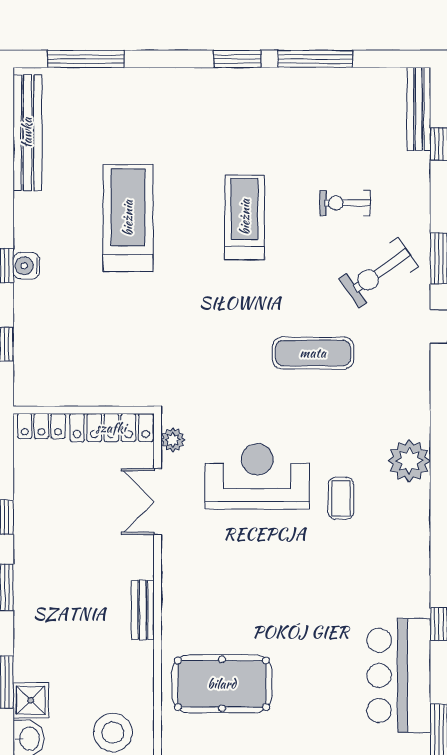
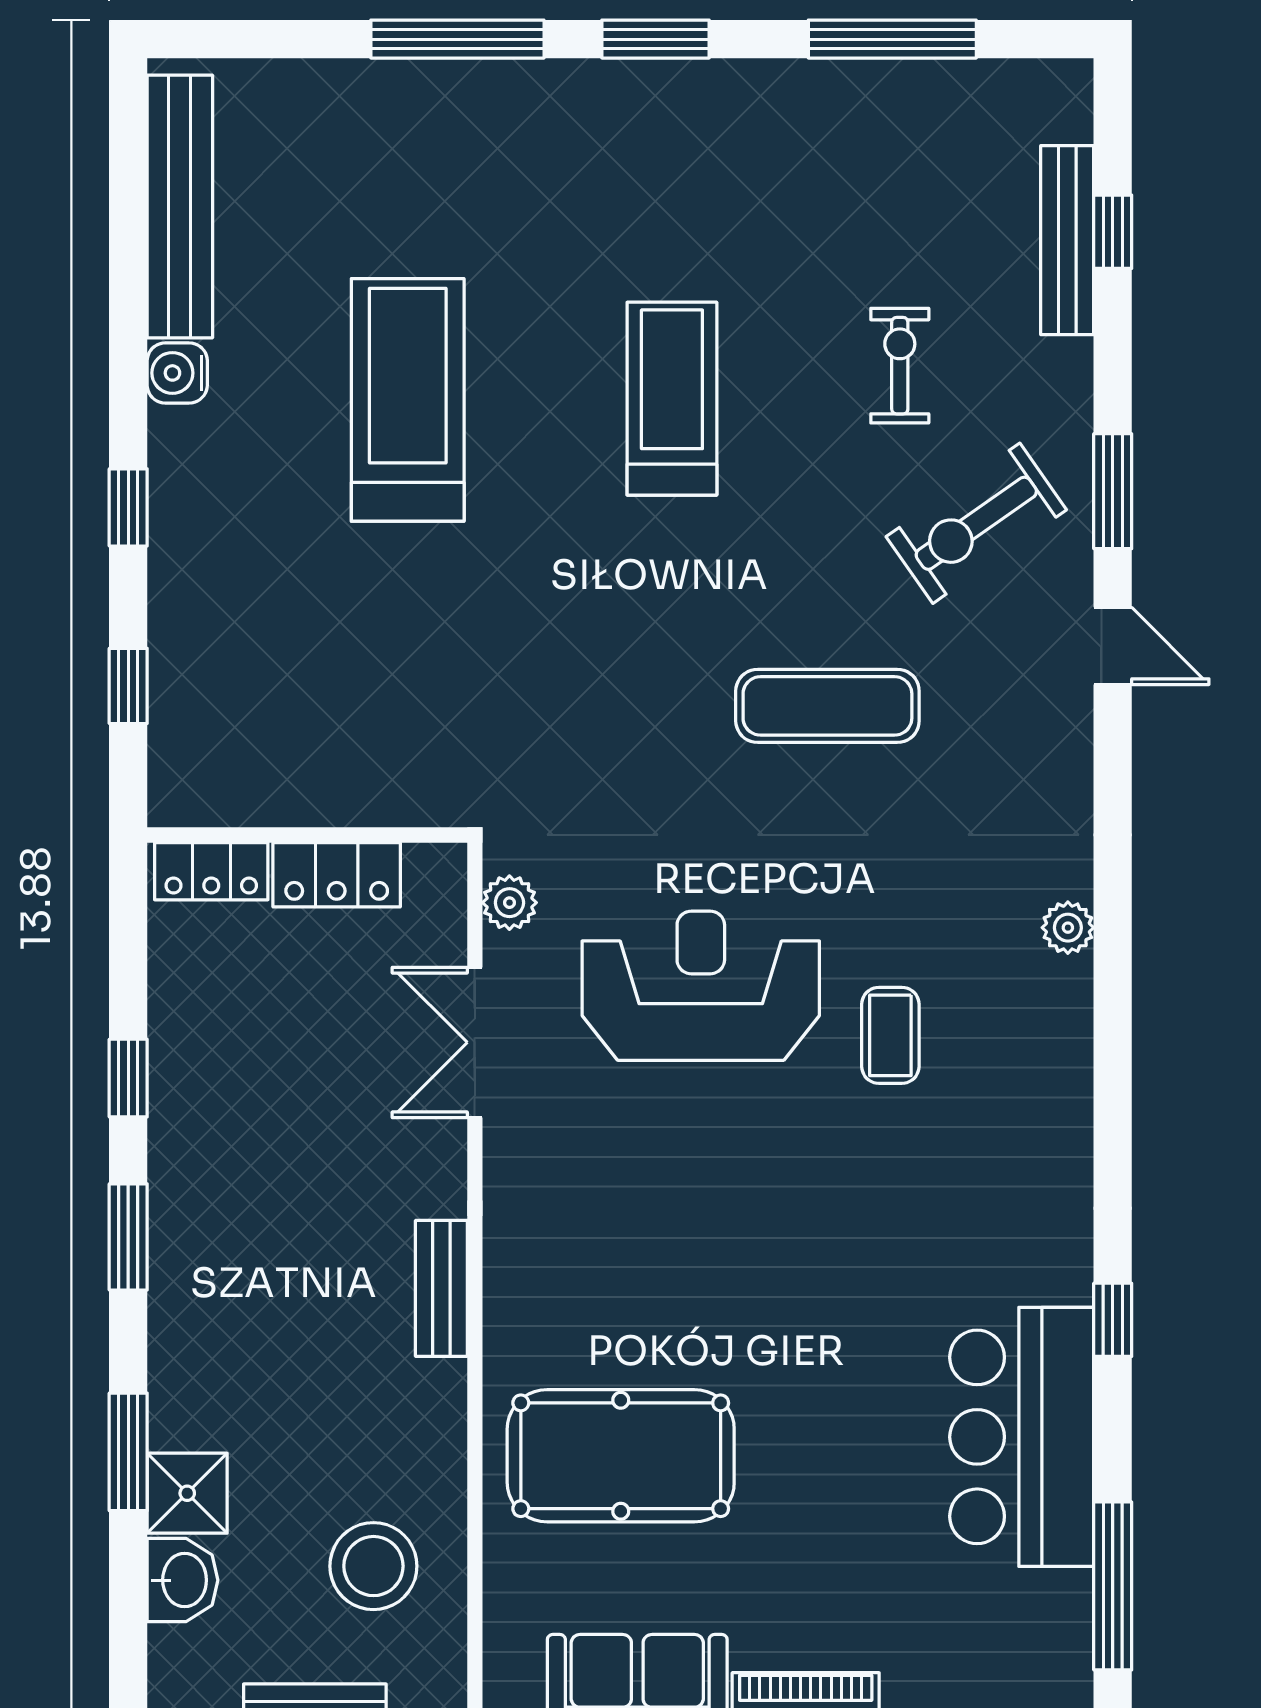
window: (86, 59) -> (457, 39), moved
window: (315, 59) -> (892, 39), moved
bench: (419, 109) -> (1067, 240), moved
exercise bike: (345, 203) -> (900, 366), turned 90
water cooler: (26, 266) -> (177, 373), moved
locker: (111, 428) -> (337, 875), width x0.66
plant: (409, 461) -> (1068, 928), width x0.53, depth x0.53

